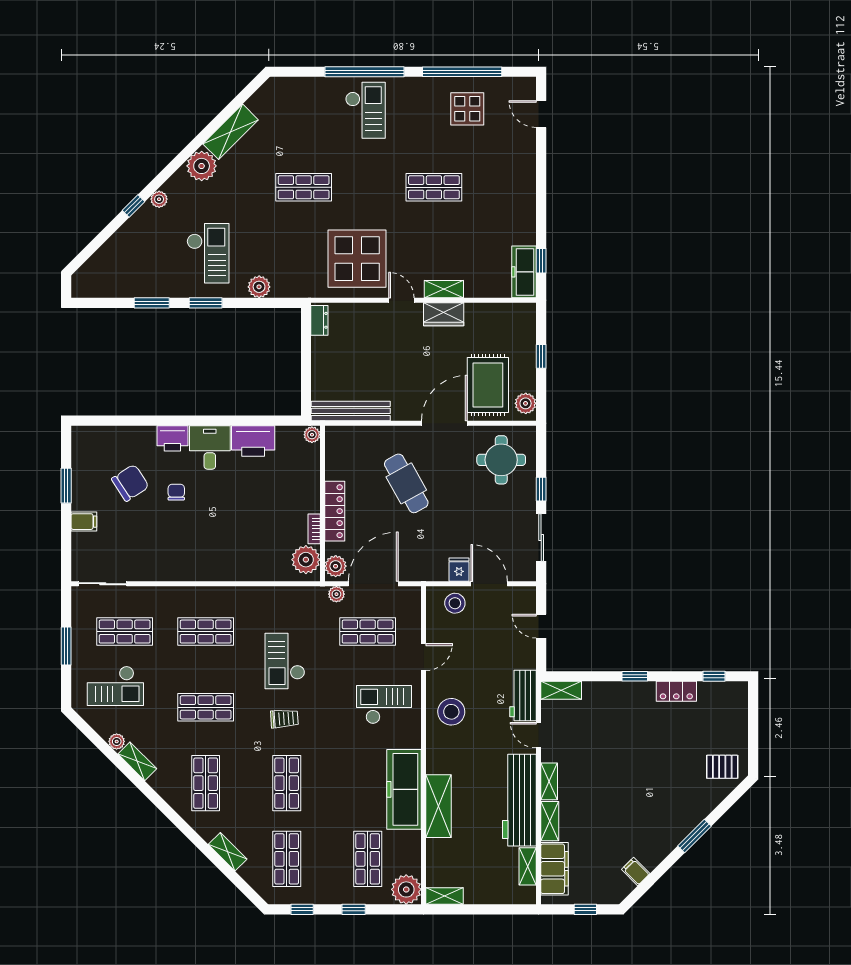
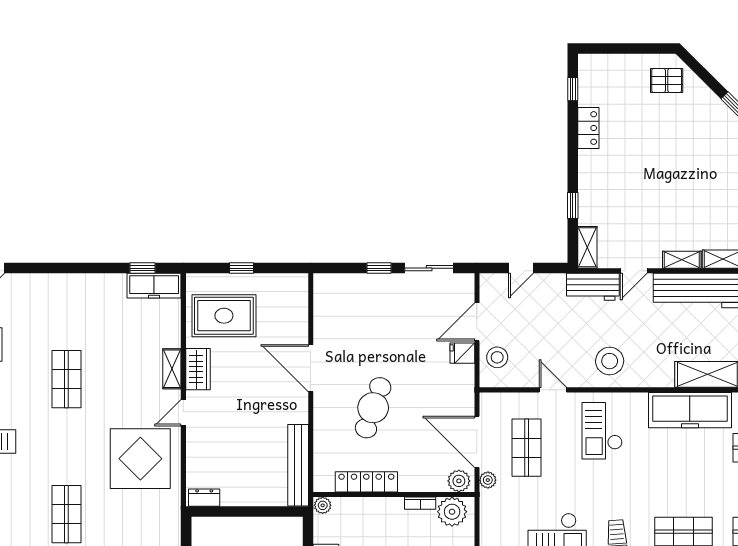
rug: (488, 385) -> (224, 316), moved
plant: (526, 403) -> (290, 284), removed
round table: (501, 460) -> (349, 309), removed
cafe table: (406, 483) -> (373, 408), turned -42
locker: (335, 511) -> (366, 482), moved
window: (635, 676) -> (573, 205), moved
pallet: (722, 767) -> (667, 80), turned 90

